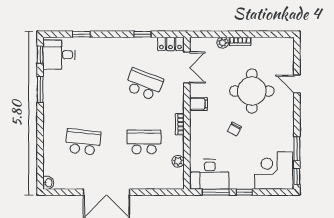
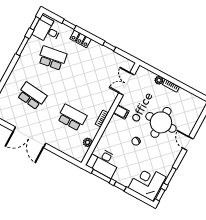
locker: (170, 44) -> (81, 39), moved
double door: (187, 67) -> (127, 84), swing flipped
school desk: (144, 84) -> (52, 58), moved, turned -30
door: (297, 84) -> (188, 143), moved

